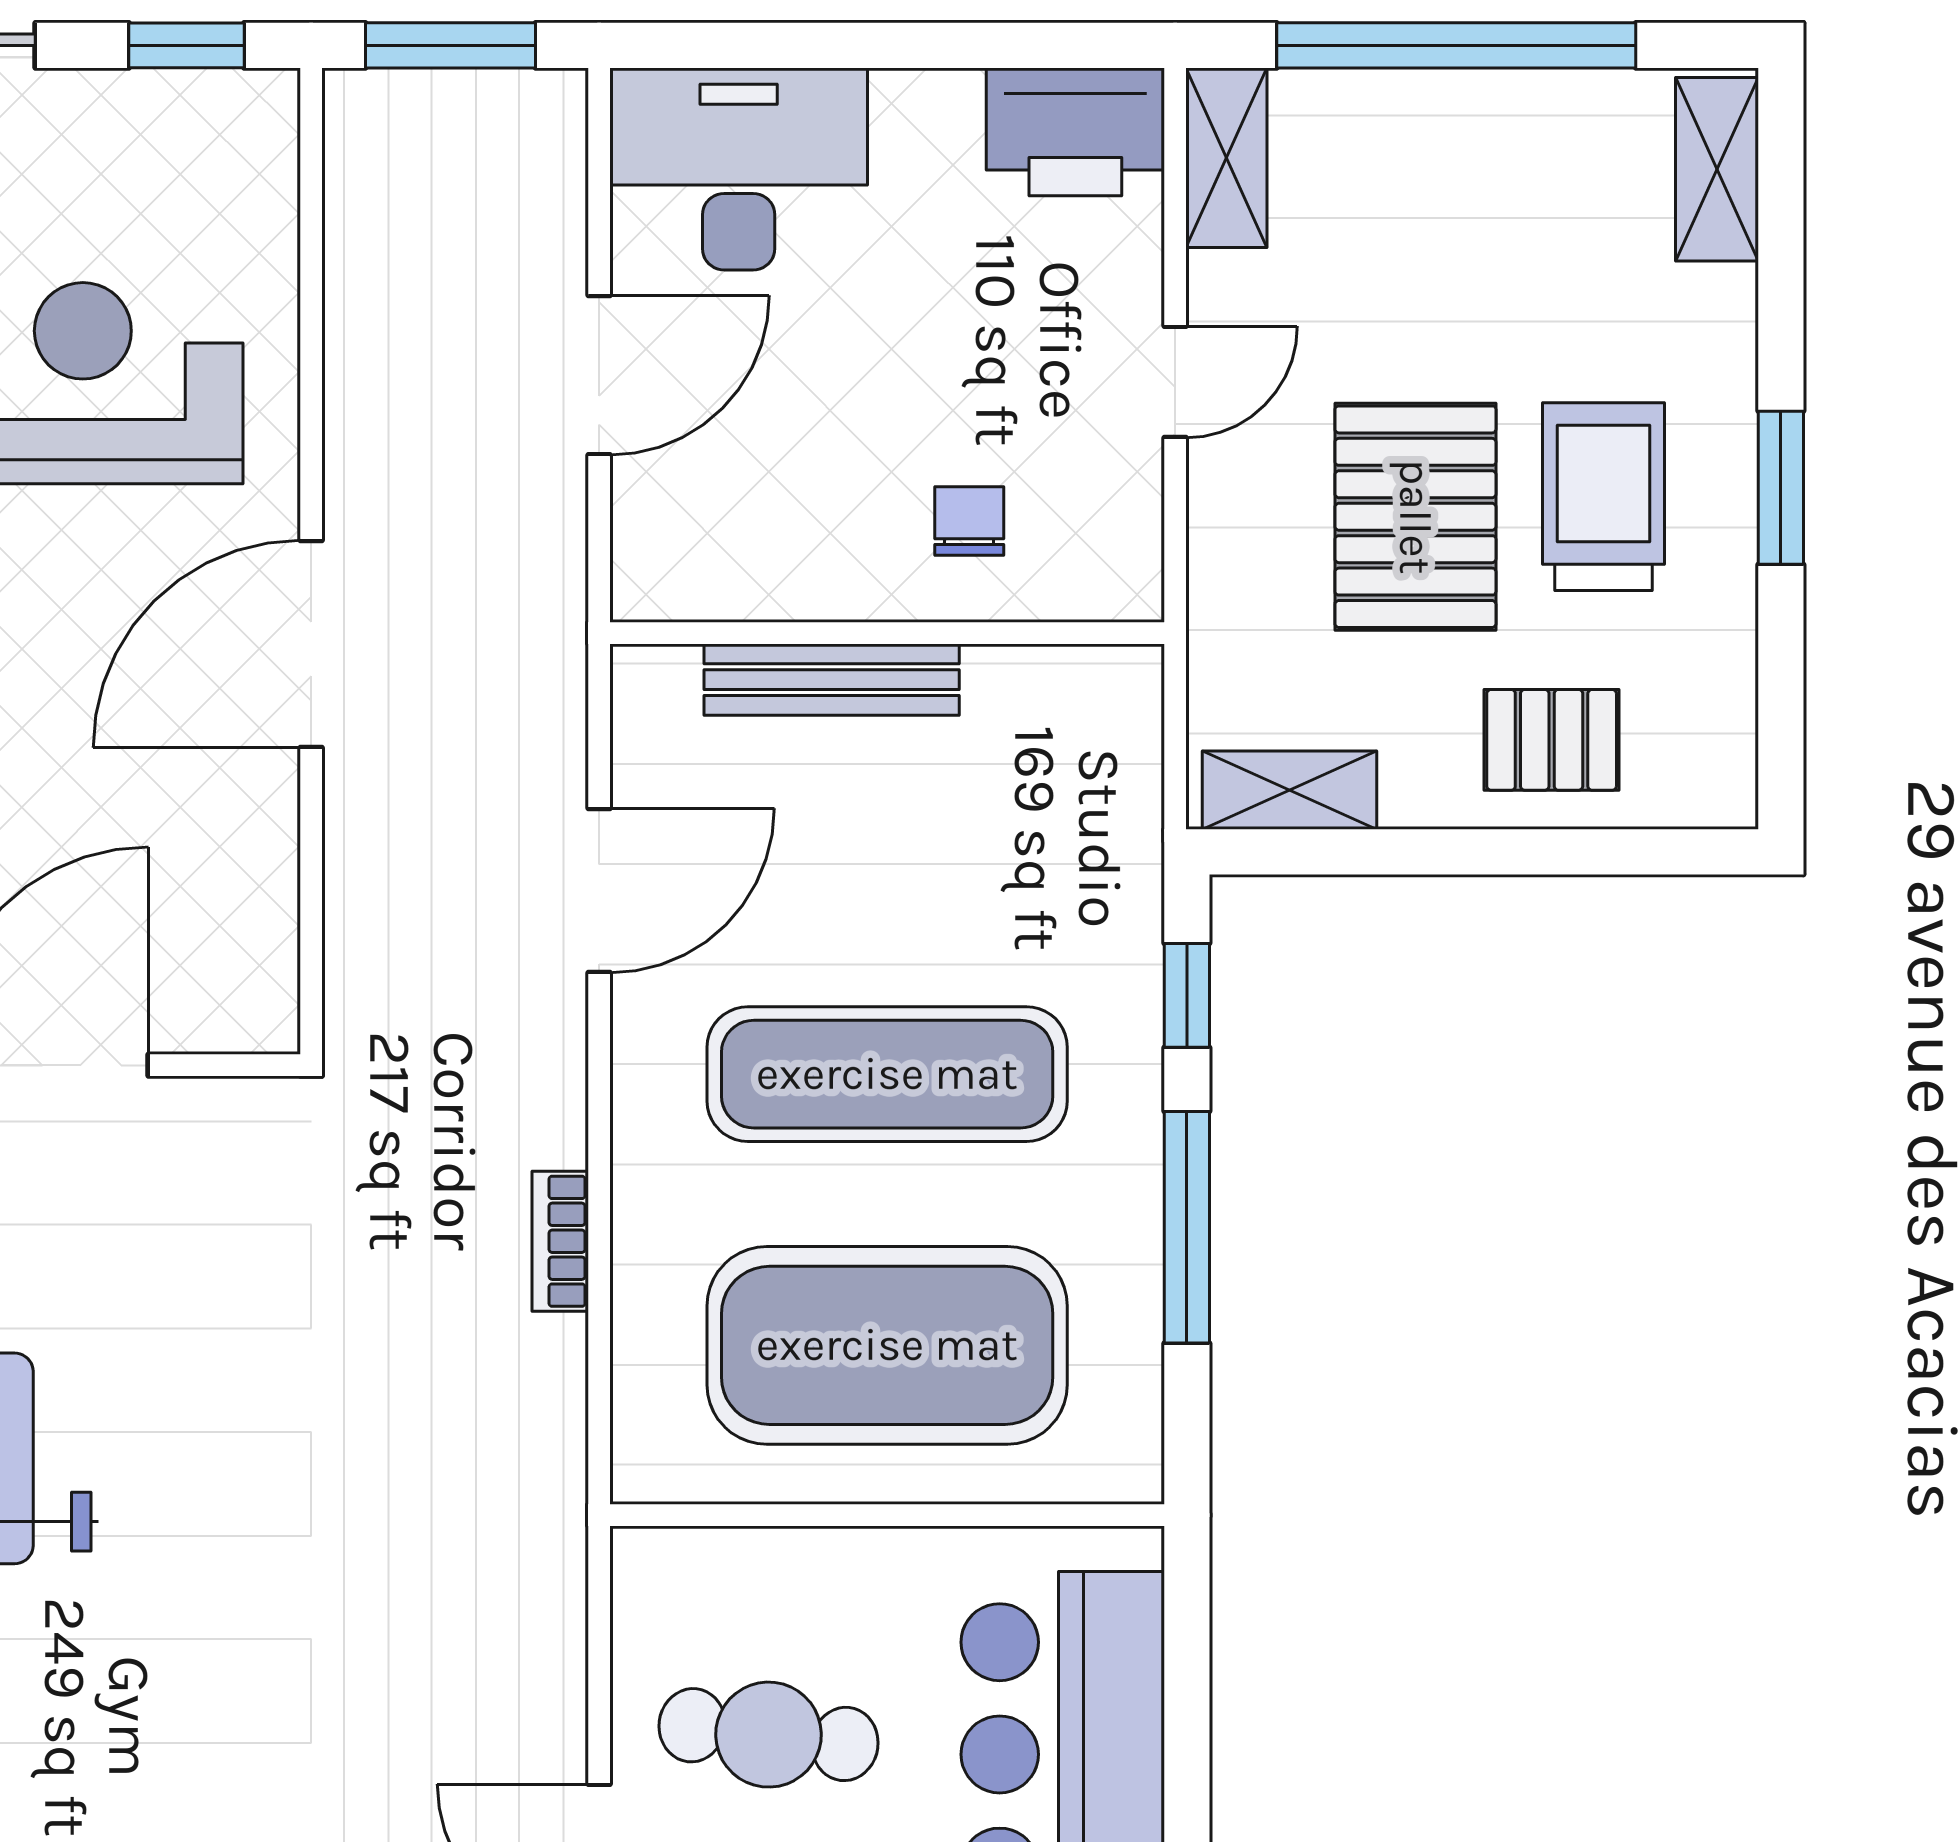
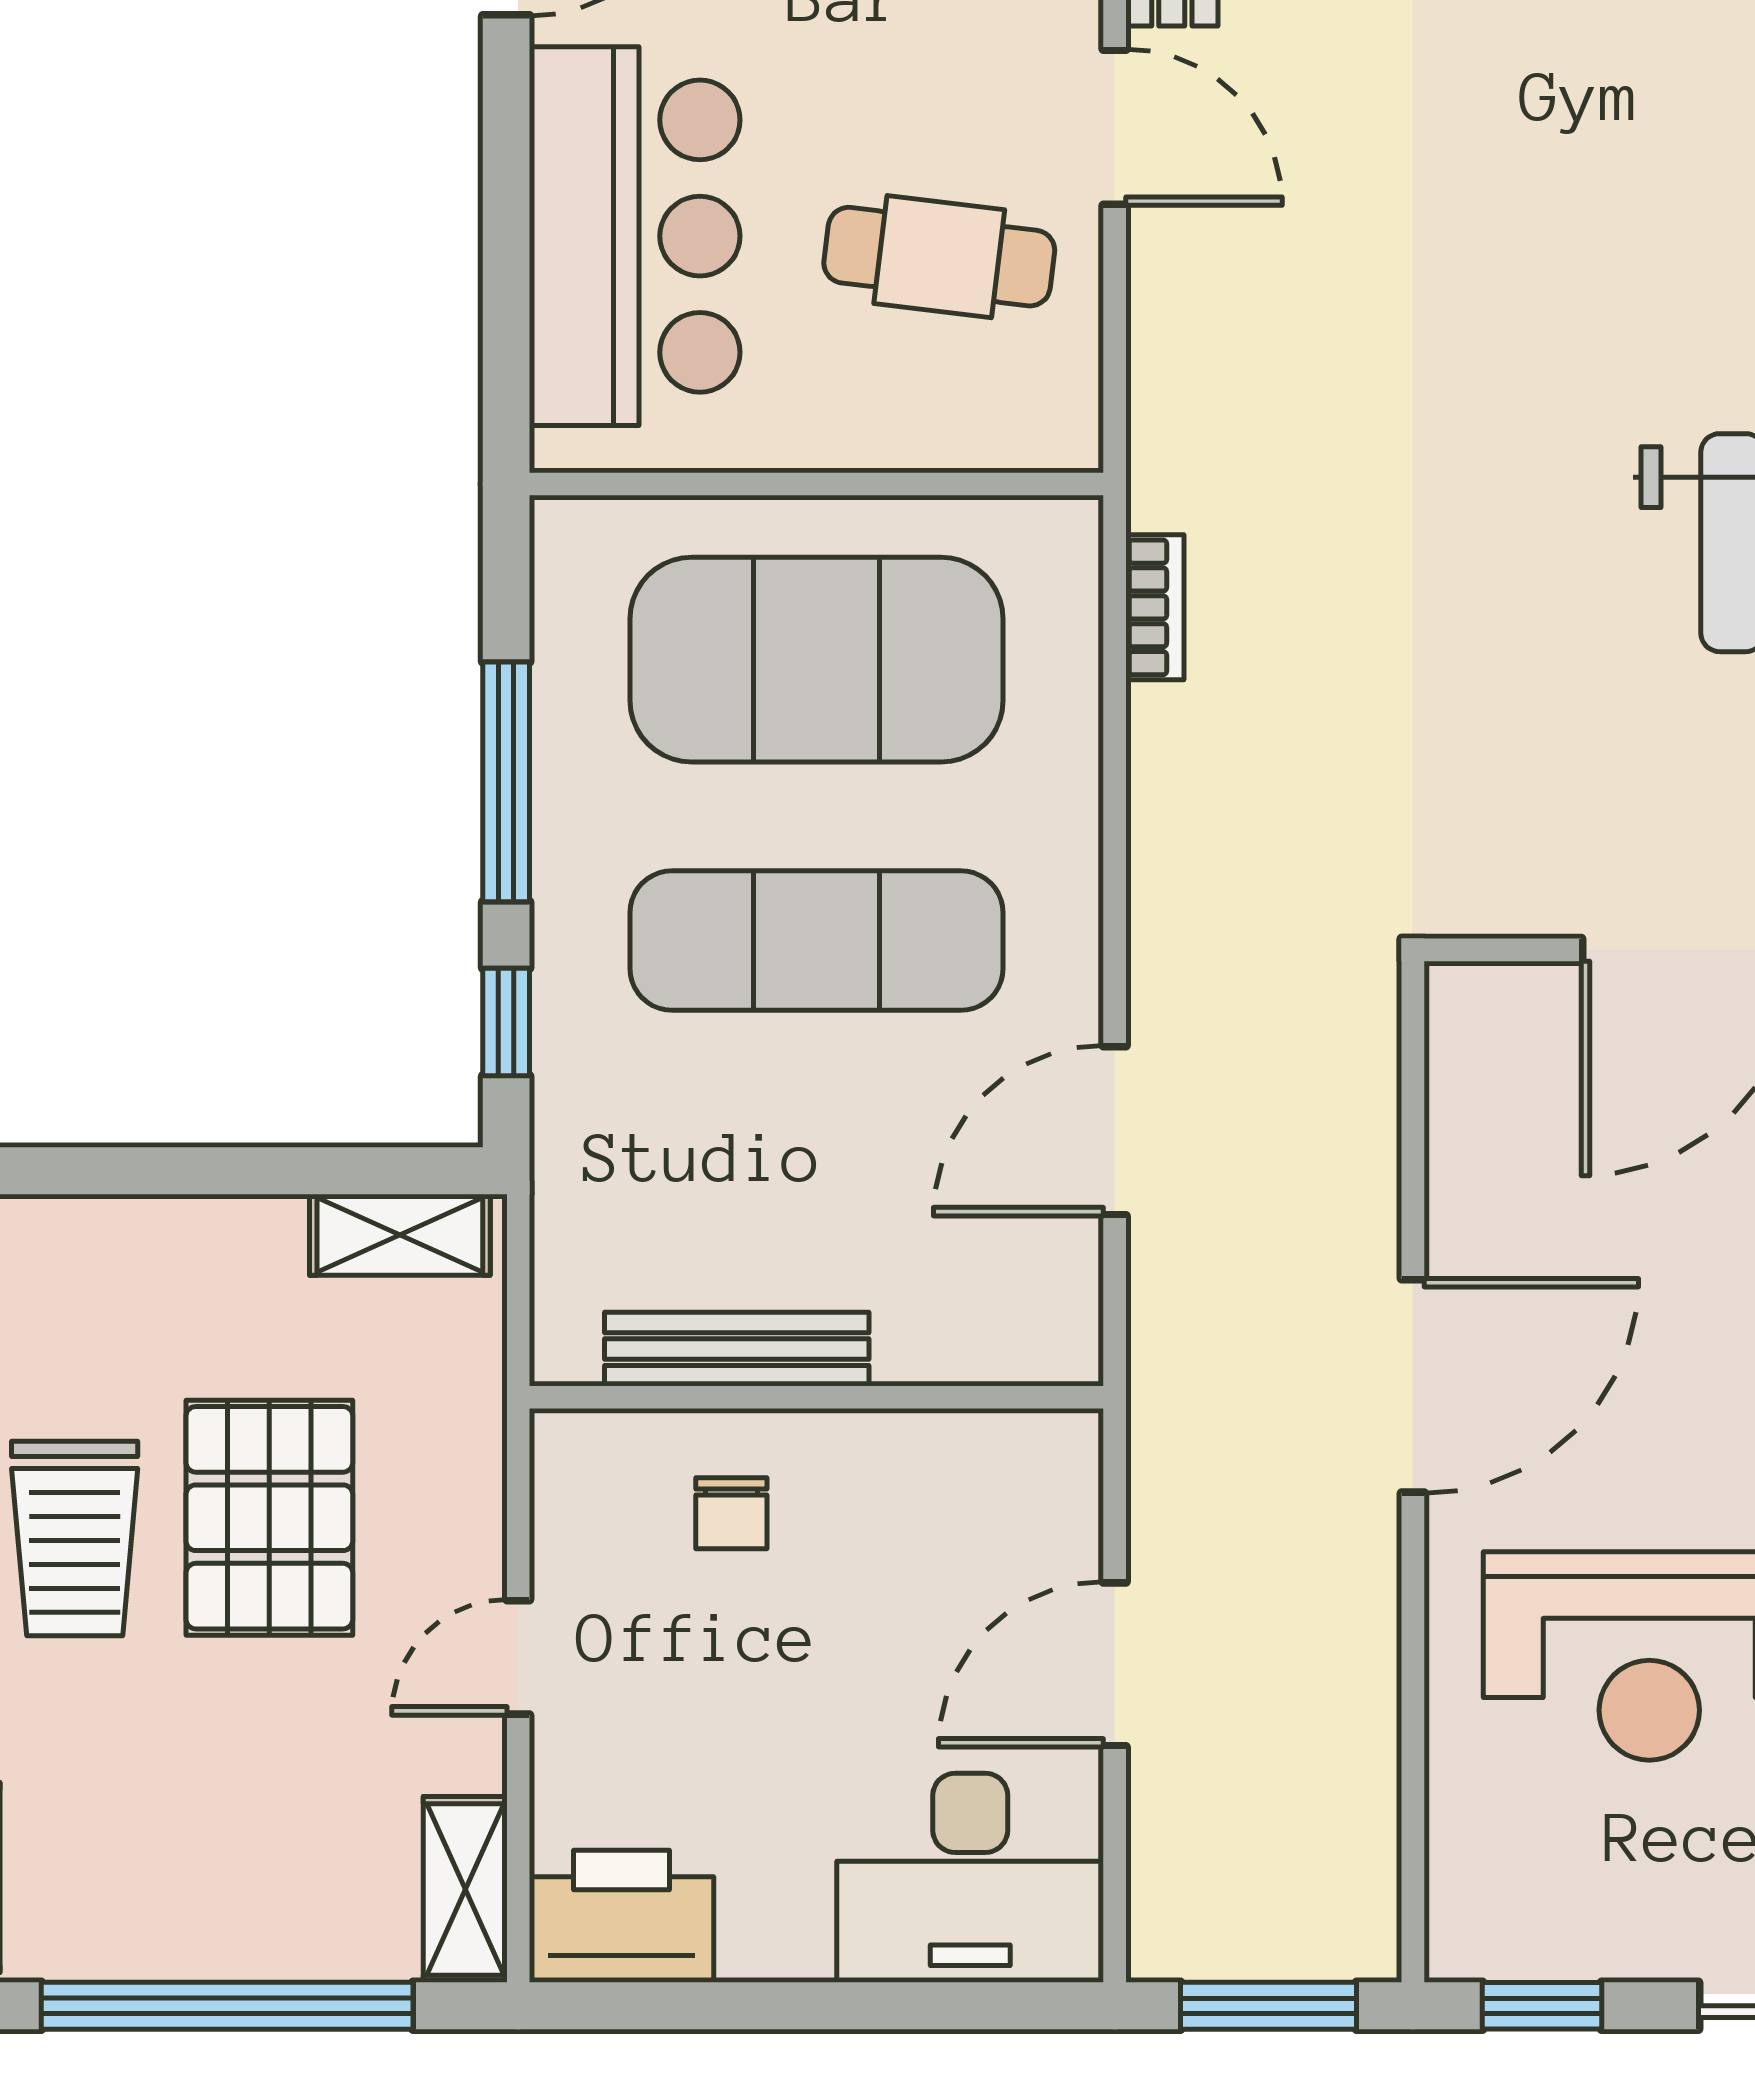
bench: (832, 680) -> (737, 1349), moved
pallet: (1552, 740) -> (128, 1287), removed
bookcase: (560, 1241) -> (1155, 607), moved

